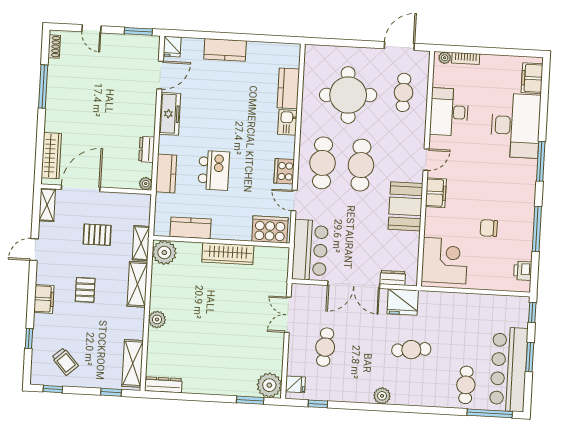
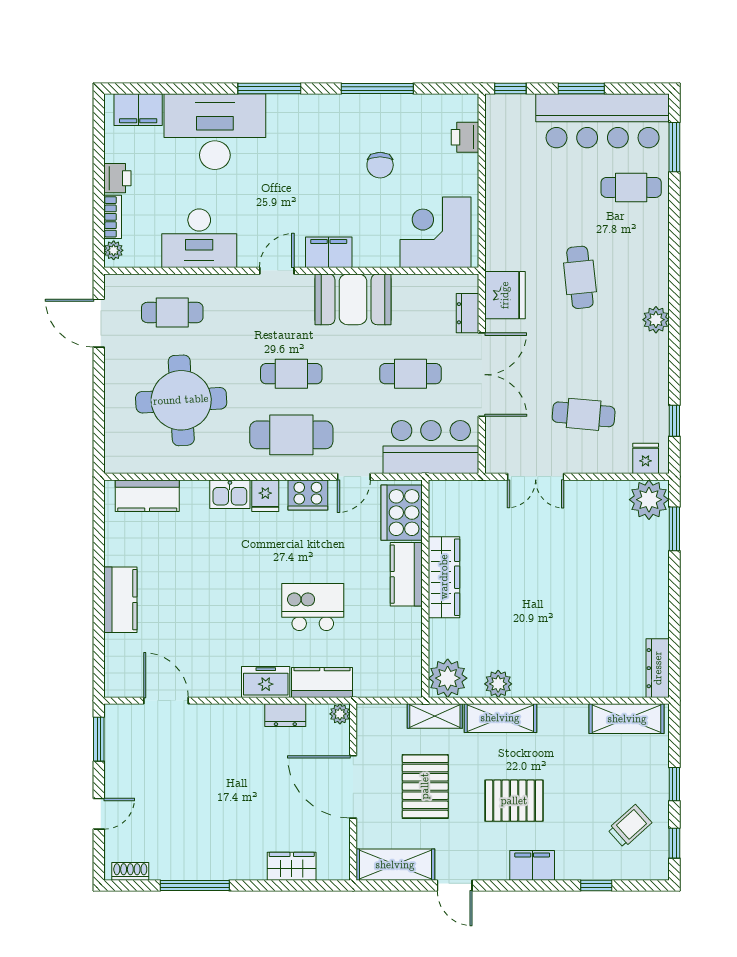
fridge: (172, 47) -> (265, 496), moved, turned 90
printer: (490, 63) -> (117, 178), added
kitchen counter: (288, 88) -> (147, 496), moved
freezer: (170, 114) -> (266, 682), moved, width x0.71
wardrobe: (51, 156) -> (292, 866), width x0.67
door: (426, 160) -> (277, 271), hinge flipped
cafe table: (361, 165) -> (291, 374), width x0.73, depth x0.74
door: (81, 188) -> (353, 787), moved
shelving: (47, 205) -> (395, 865), width x1.50, depth x1.33
kitchen counter: (191, 228) -> (406, 574), moved
pallet: (97, 235) -> (425, 786), width x1.50, depth x1.42
cafe table: (357, 240) -> (410, 374), added
printer: (523, 271) -> (465, 137), moved, turned 90
pallet: (85, 290) -> (514, 801), width x1.50, depth x1.42
plant: (157, 319) -> (498, 684), moved
window: (111, 392) -> (674, 784), moved
window: (490, 413) -> (674, 147), width x0.69

